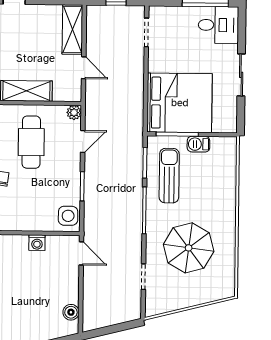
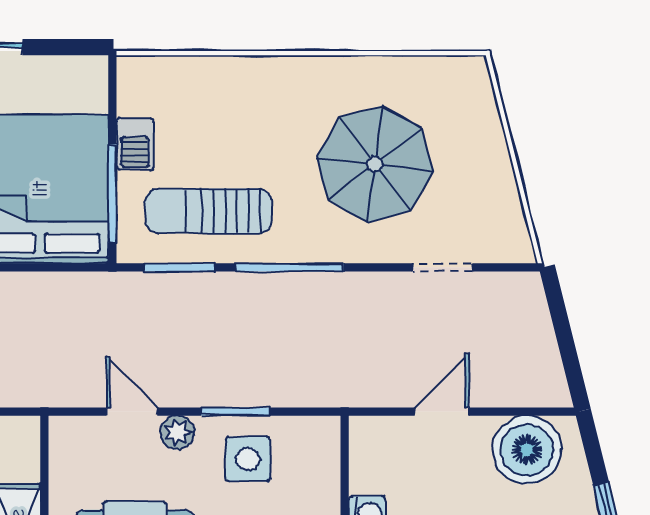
plant: (74, 113) -> (177, 433), moved
side table: (68, 216) -> (248, 459), moved
door: (81, 253) -> (442, 412), moved
boiler: (71, 312) -> (527, 450), width x1.86, depth x1.86

